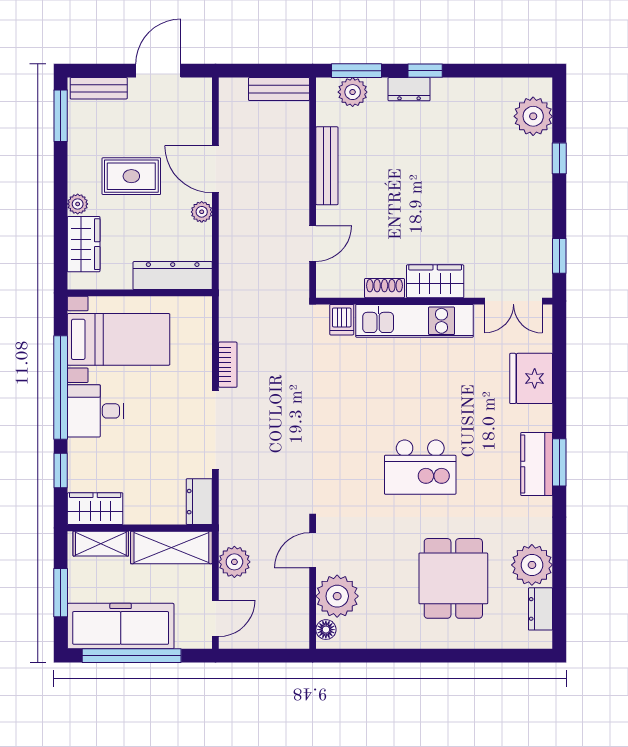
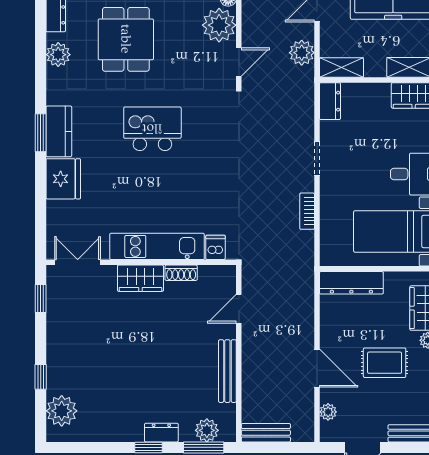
plant: (202, 212) -> (328, 412), moved
fridge: (531, 378) -> (63, 179), moved
doorway: (215, 430) -> (317, 159), width x0.53
shelving: (171, 547) -> (341, 68), width x0.67, depth x0.75
plant: (532, 565) -> (58, 55), width x0.73, depth x0.73

